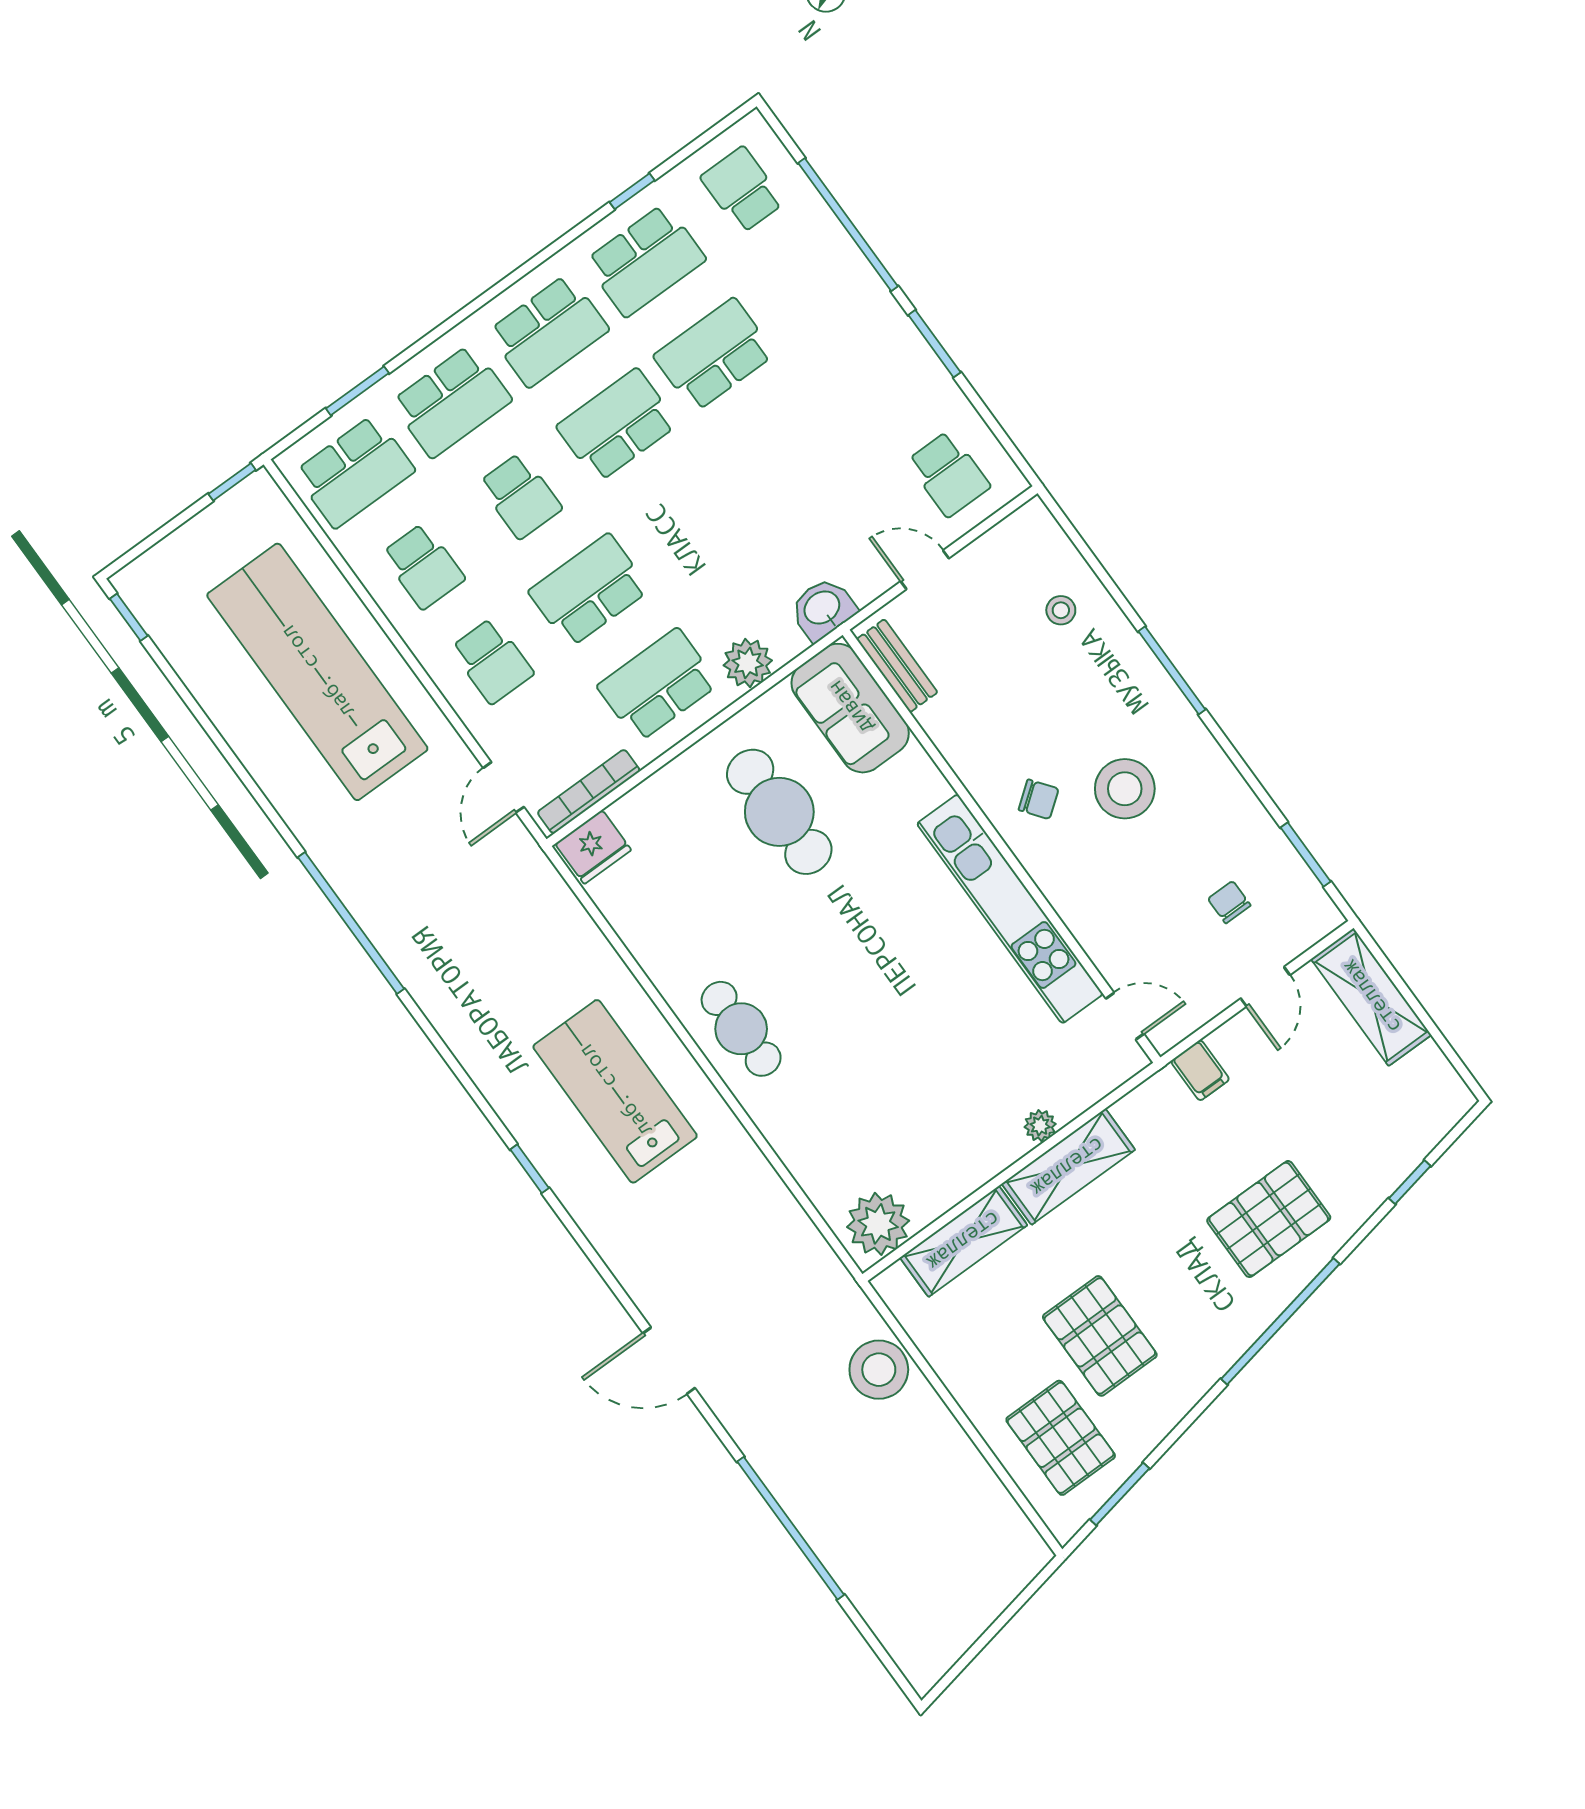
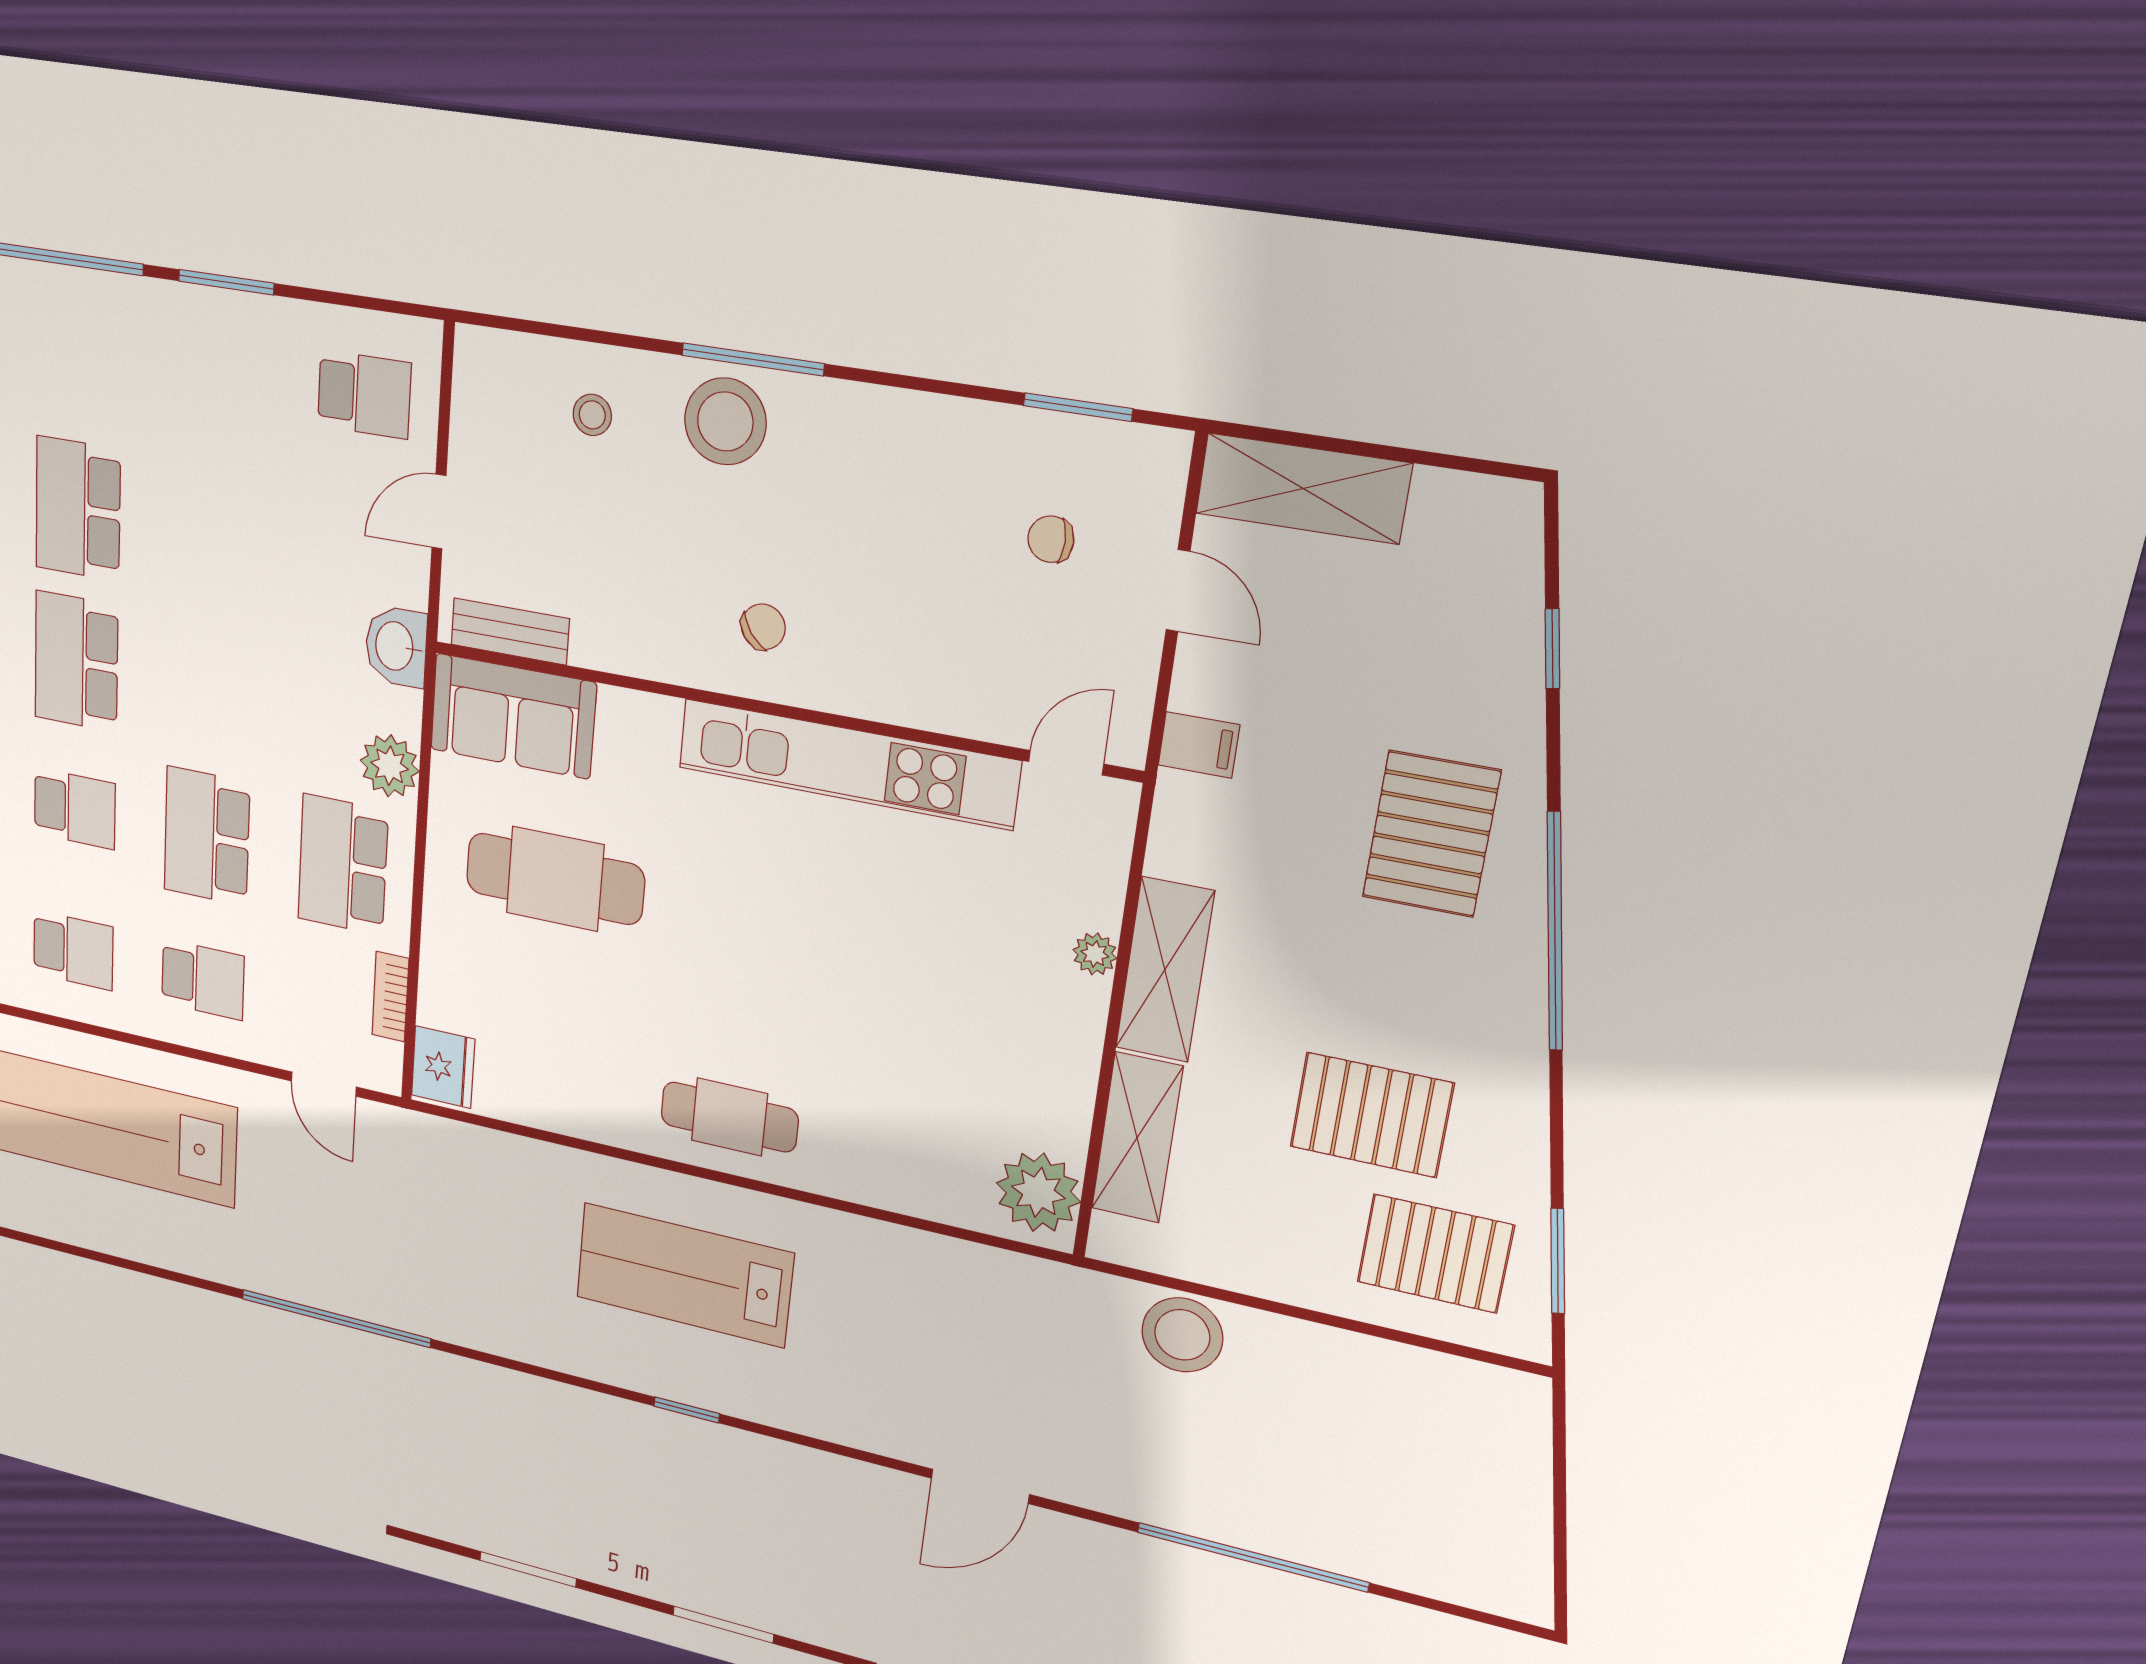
stool: (1125, 789) -> (725, 421), moved
bookcase: (589, 792) -> (390, 997), width x0.64

